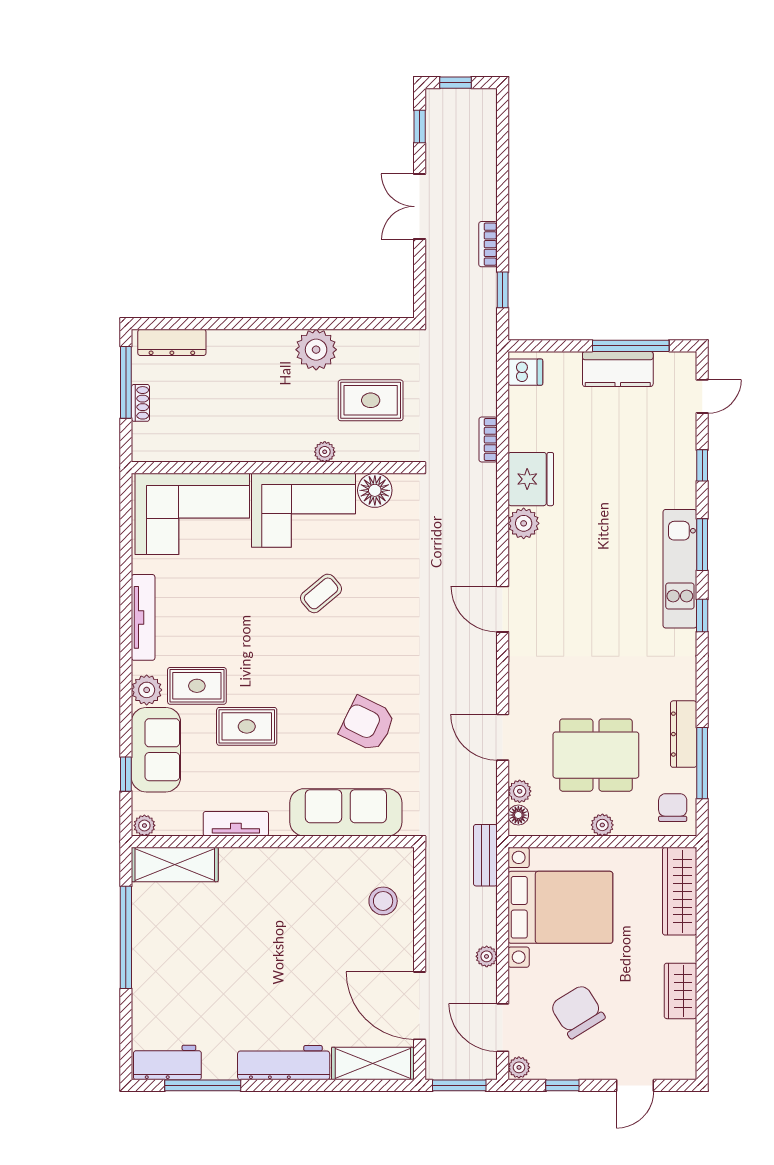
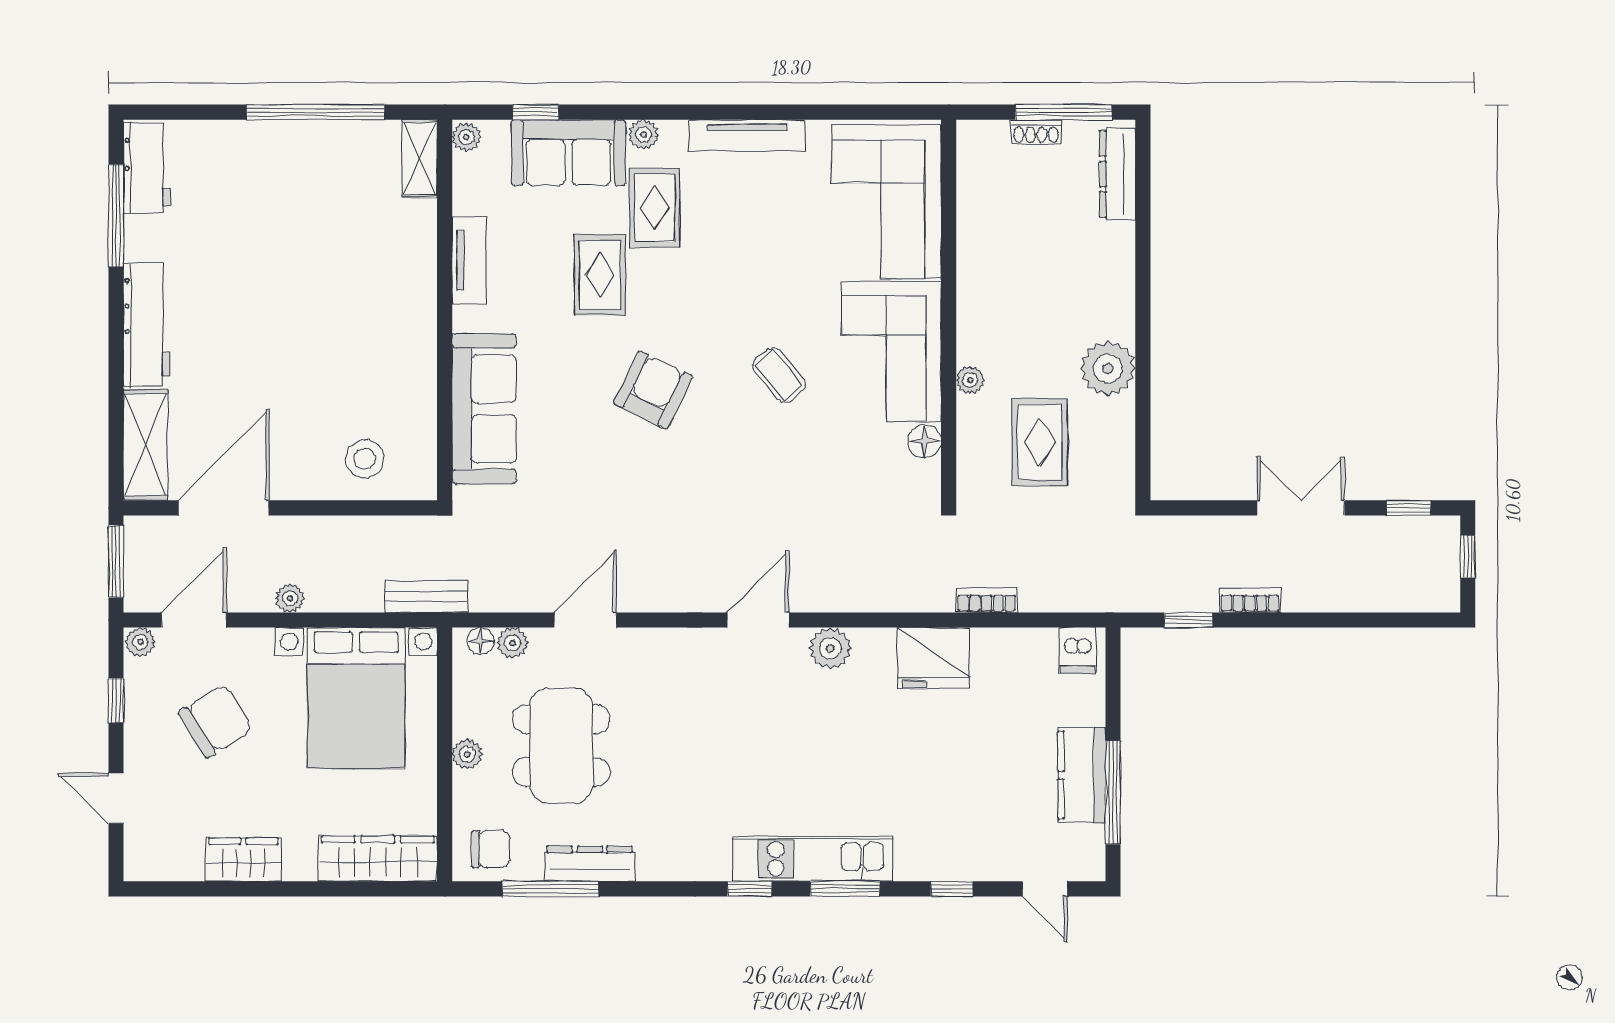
floor lamp: (375, 490) -> (924, 441), width x0.73, depth x0.73
plant: (524, 523) -> (830, 648), moved
plant: (147, 690) -> (644, 135), width x0.73, depth x0.73
armchair: (367, 724) -> (653, 390), moved
shelving: (175, 865) -> (420, 159), width x0.67, depth x0.75

